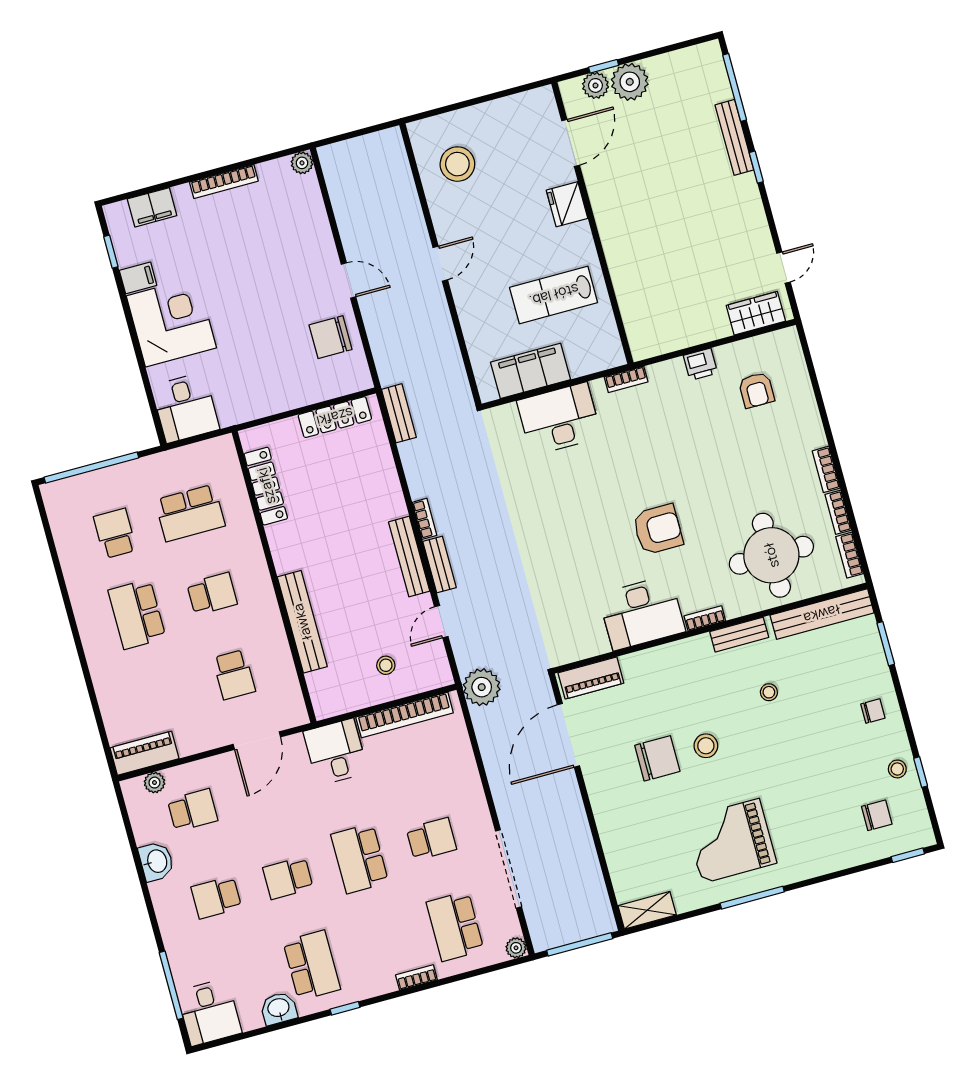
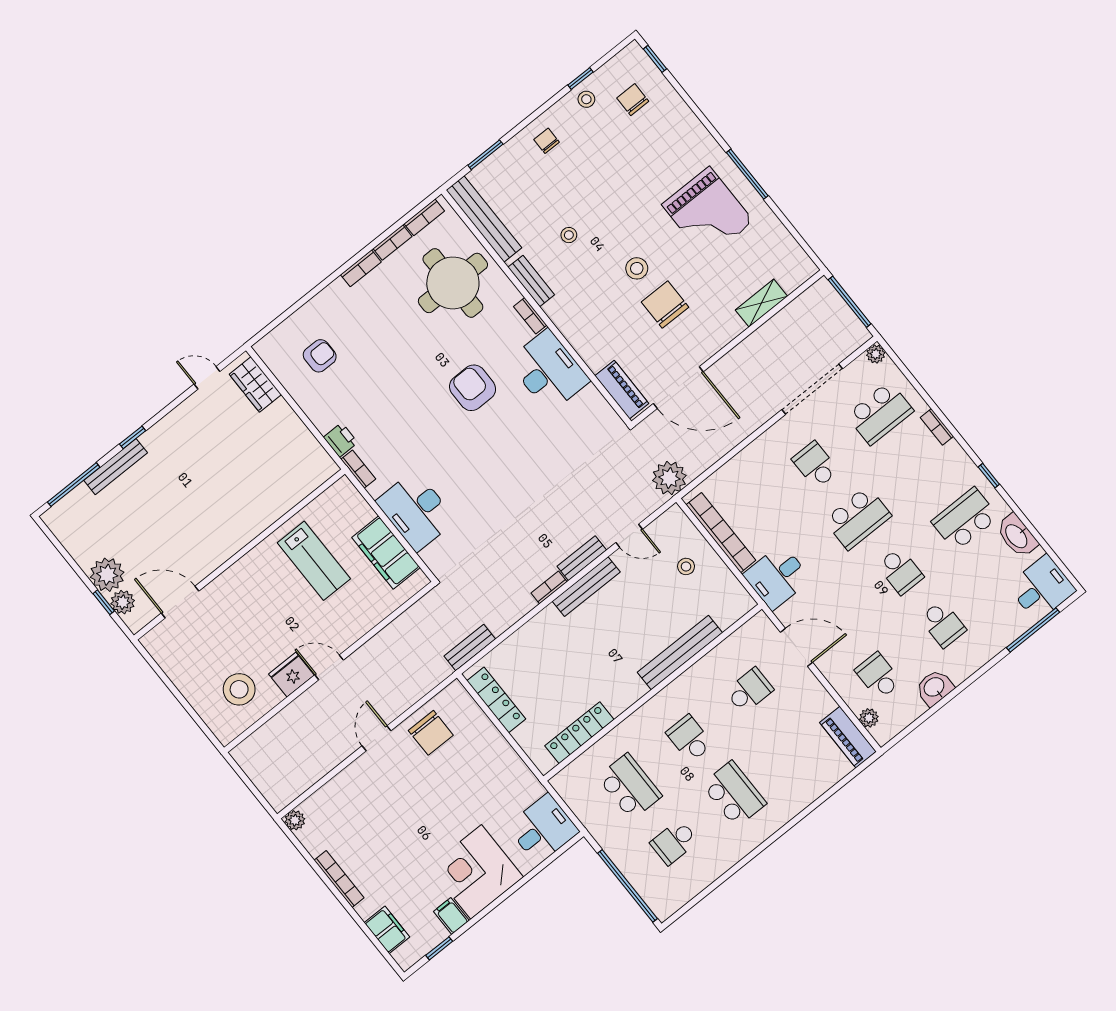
fridge: (567, 204) -> (291, 675), moved, turned 180
printer: (700, 364) -> (341, 440), moved
school desk: (137, 614) -> (734, 794), turned -90
shelving: (647, 910) -> (761, 303), moved, turned 90
washbasin: (279, 1008) -> (1017, 536), width x1.38

